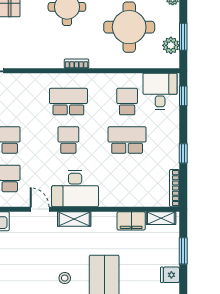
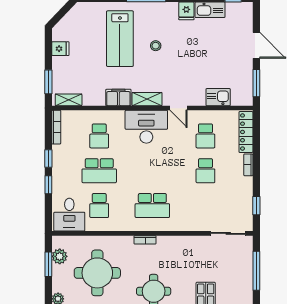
window: (183, 96) -> (48, 185), moved
school desk: (68, 140) -> (99, 136), moved
filing cabinet: (131, 221) -> (118, 97), moved
window: (183, 251) -> (48, 82), moved

